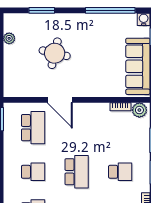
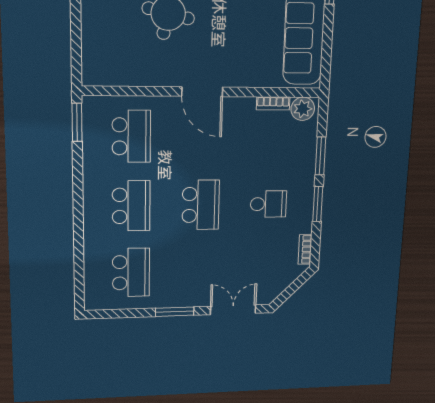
door: (60, 100) -> (202, 92), moved
school desk: (33, 172) -> (131, 206), width x1.85

